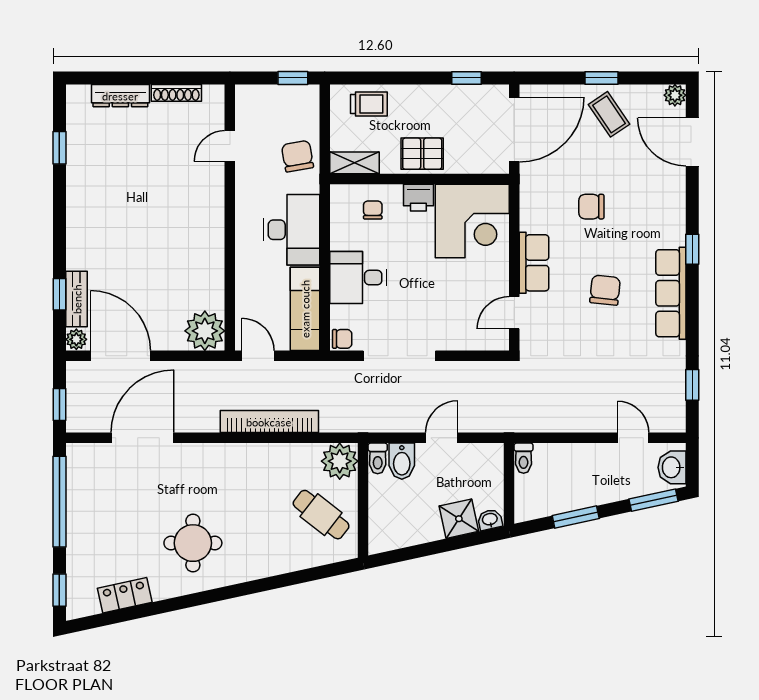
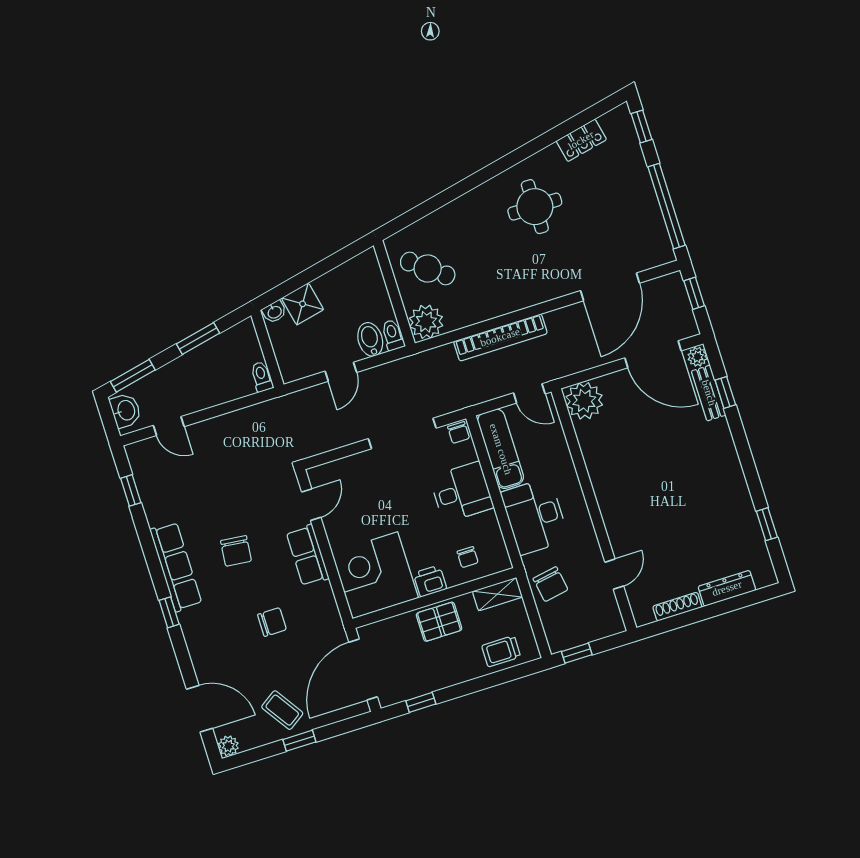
chair: (342, 339) -> (459, 432), turned -90

